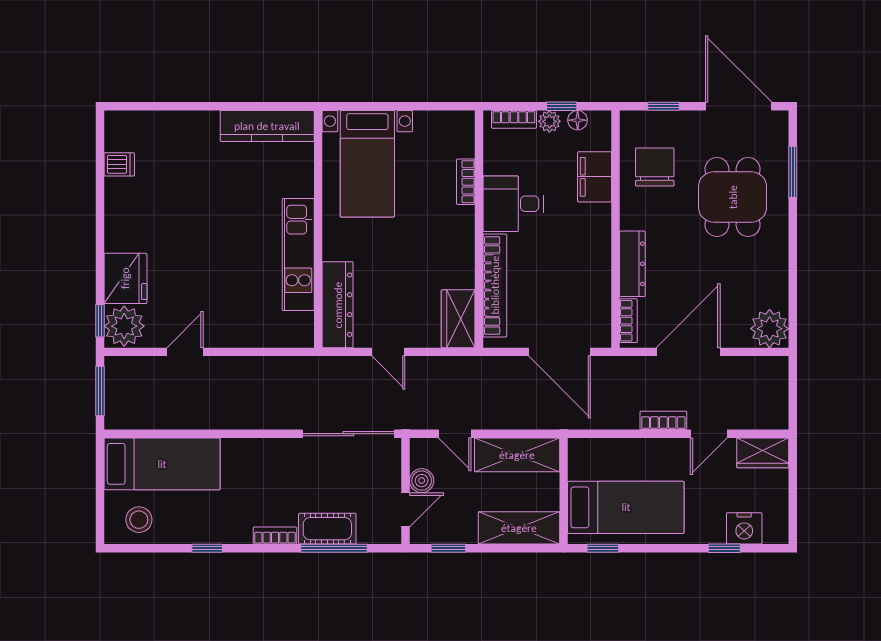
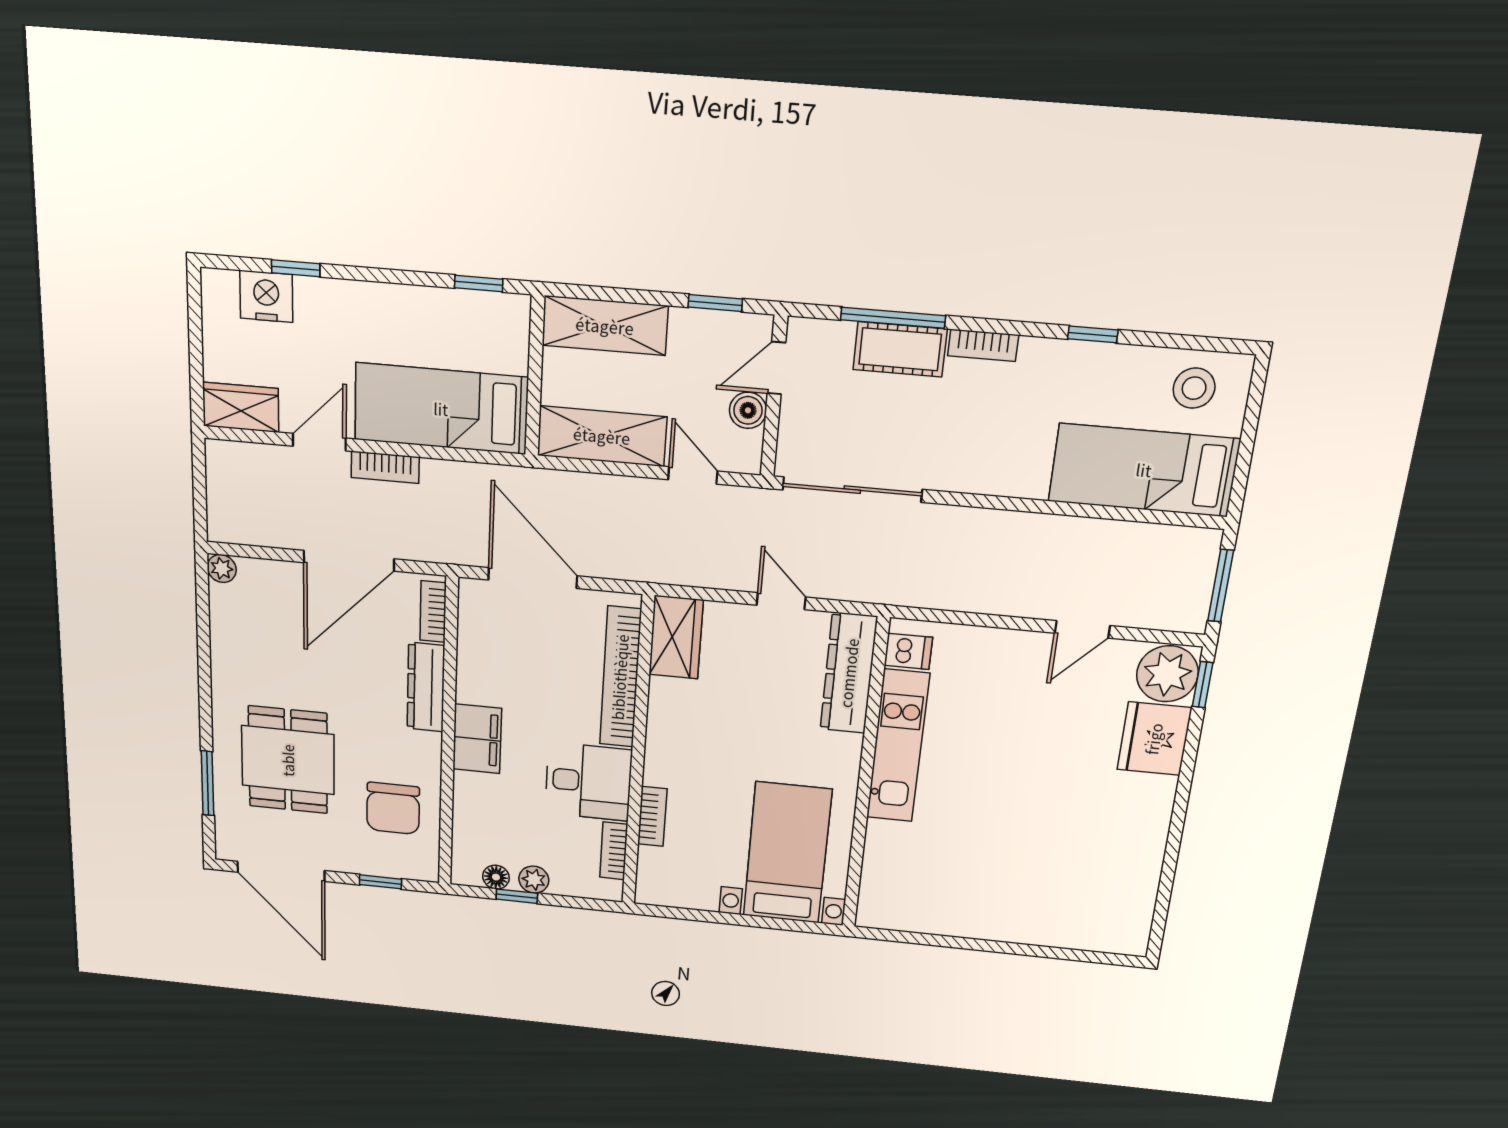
bookcase: (514, 119) -> (614, 851), moved, turned -90
kitchen counter: (267, 126) -> (921, 914), removed
dishwasher: (119, 164) -> (908, 651), moved, turned 180
filing cabinet: (595, 177) -> (477, 739), moved
plant: (770, 329) -> (222, 568), width x0.53, depth x0.53
bed: (626, 507) -> (441, 409), moved

